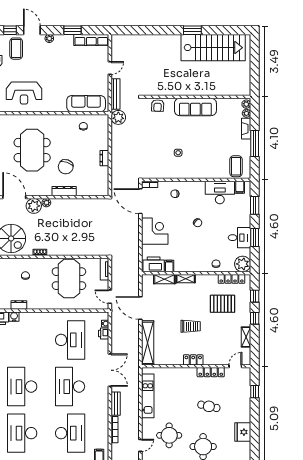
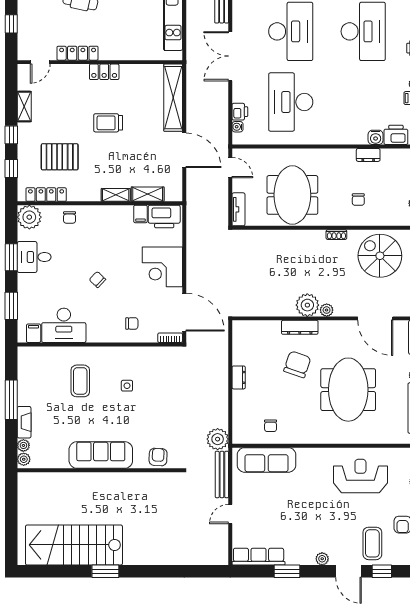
coffee table: (236, 166) -> (80, 381), moved
plant: (34, 206) -> (307, 305), moved

